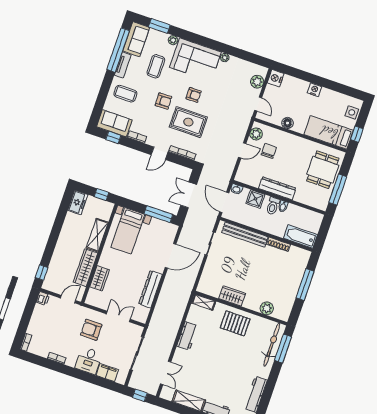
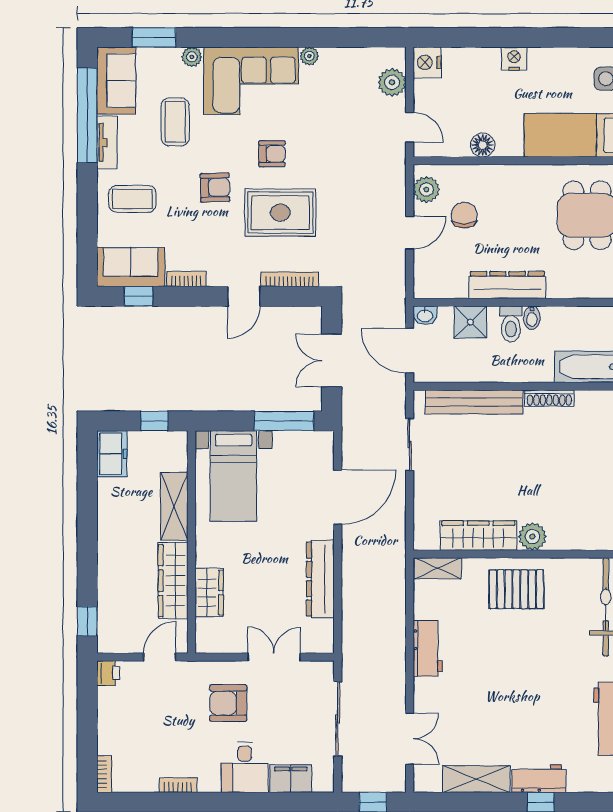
wardrobe: (232, 296) -> (478, 536), width x1.50
plant: (267, 308) -> (532, 537), moved

